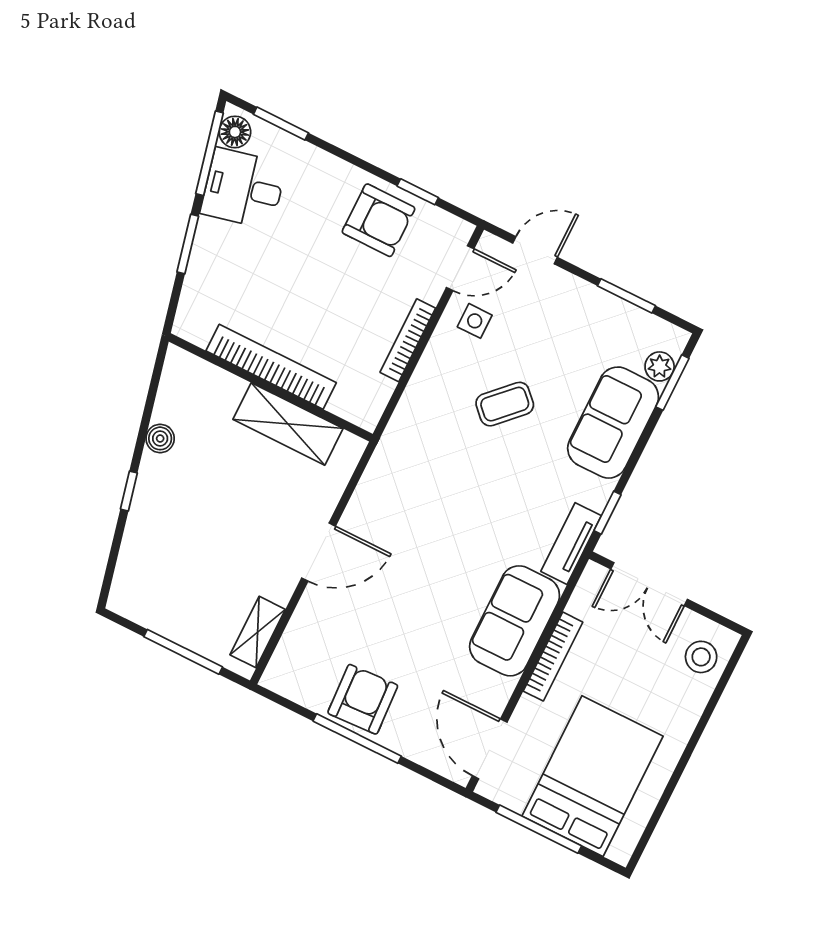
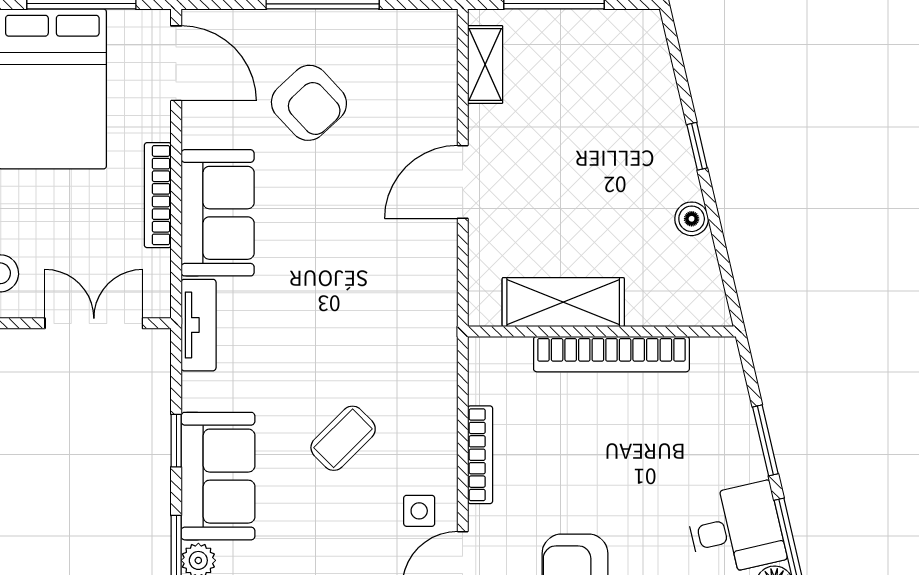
window: (607, 513) -> (176, 441), moved
armchair: (363, 699) -> (309, 103), moved, turned -40

